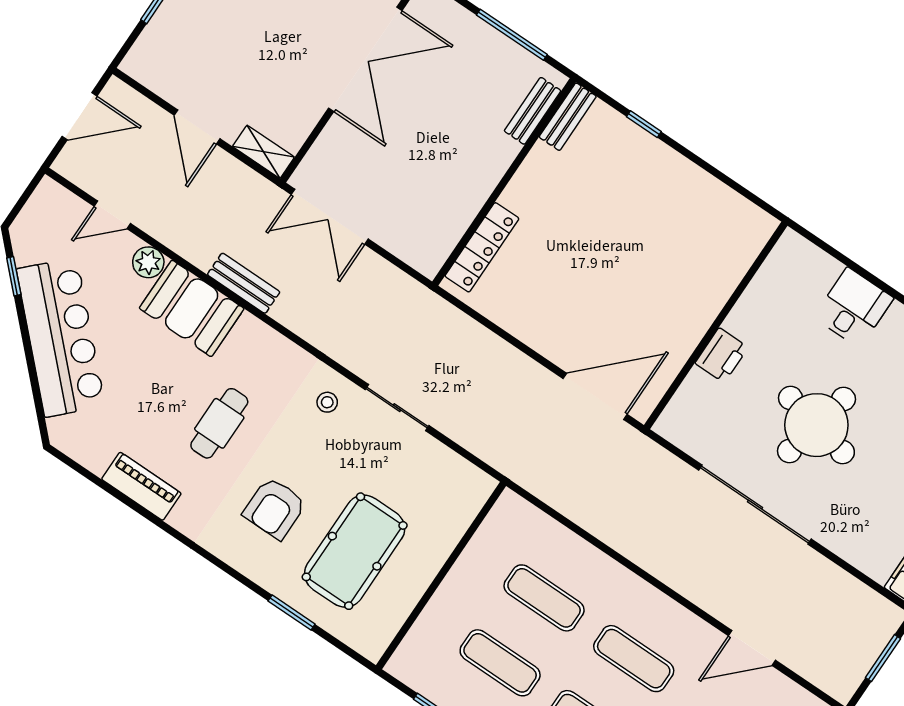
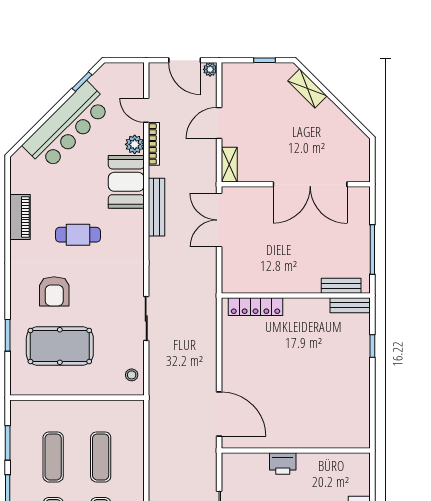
plant: (116, 90) -> (210, 69), added
bookcase: (166, 236) -> (154, 144), added
bench: (244, 283) -> (157, 207), width x1.36
stool: (327, 402) -> (132, 375), moved
armchair: (275, 508) -> (54, 291), turned -90

